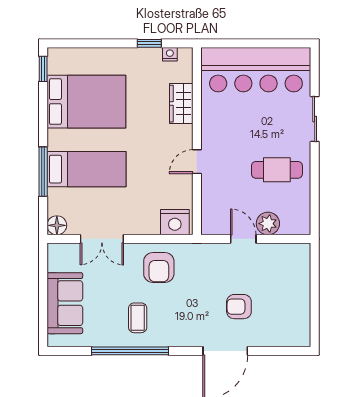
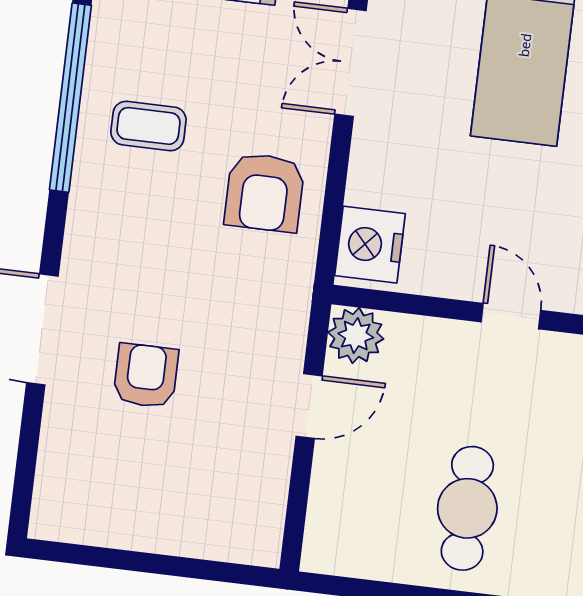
plant: (268, 224) -> (356, 336), moved
armchair: (159, 268) -> (264, 192), turned -90

